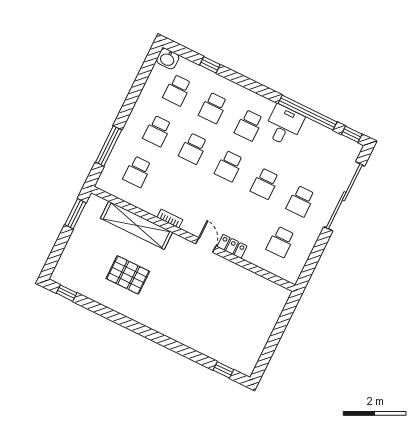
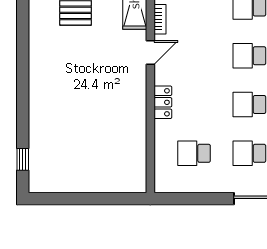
door: (206, 245) -> (150, 53), moved

